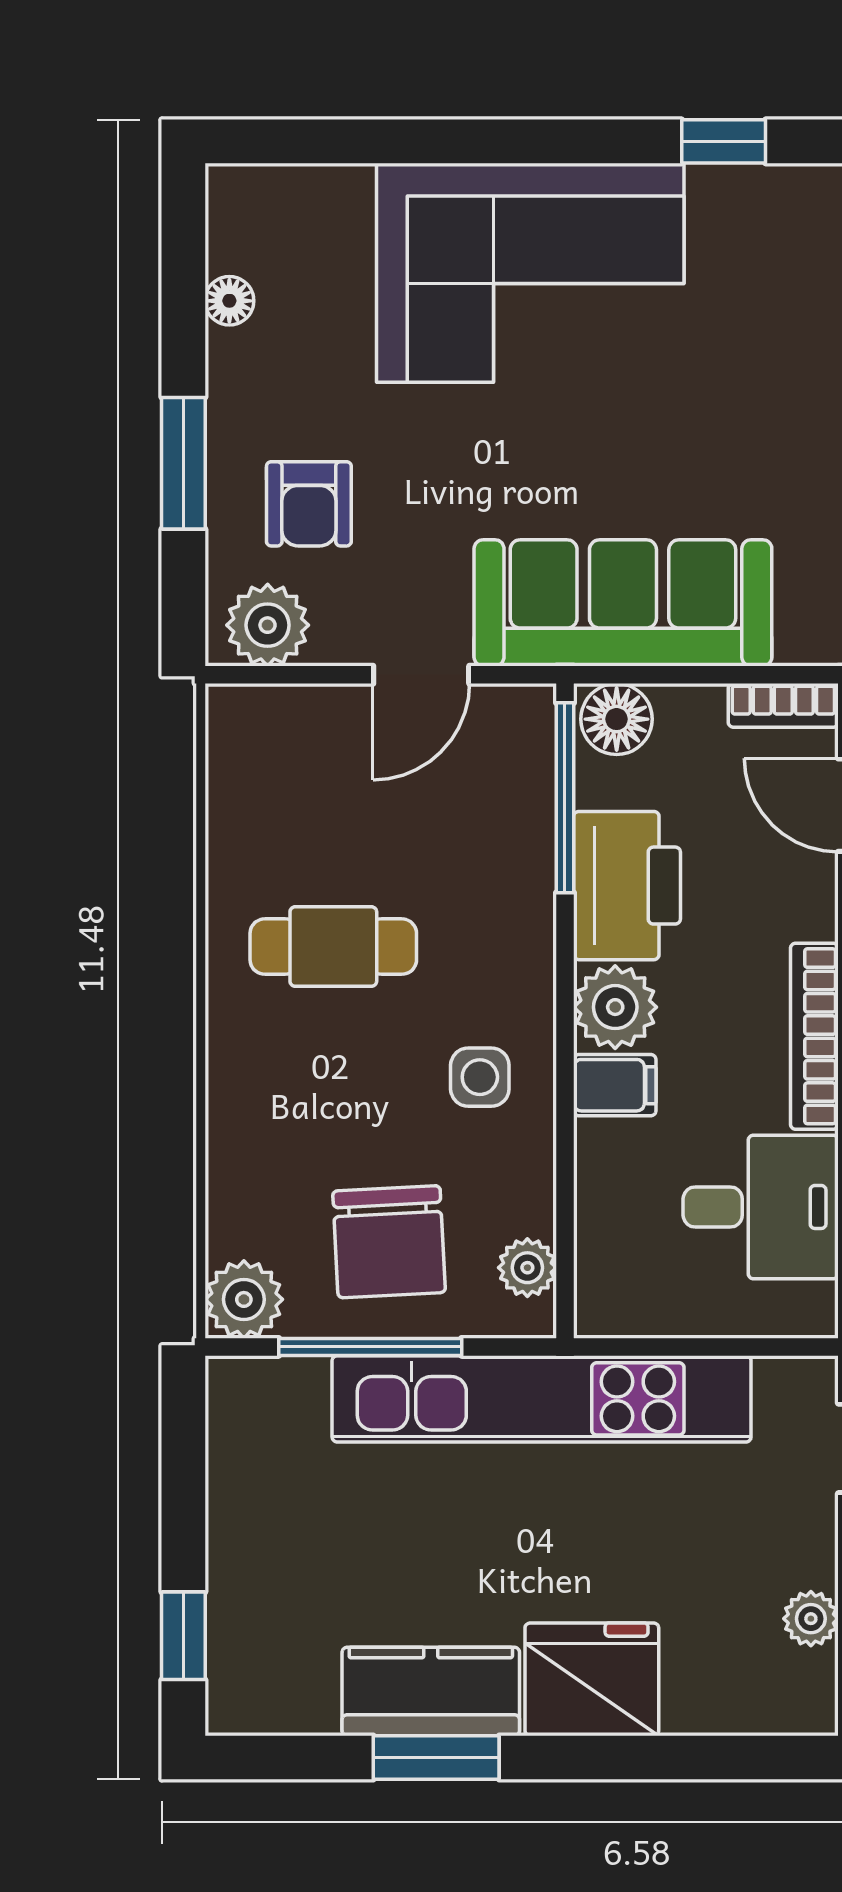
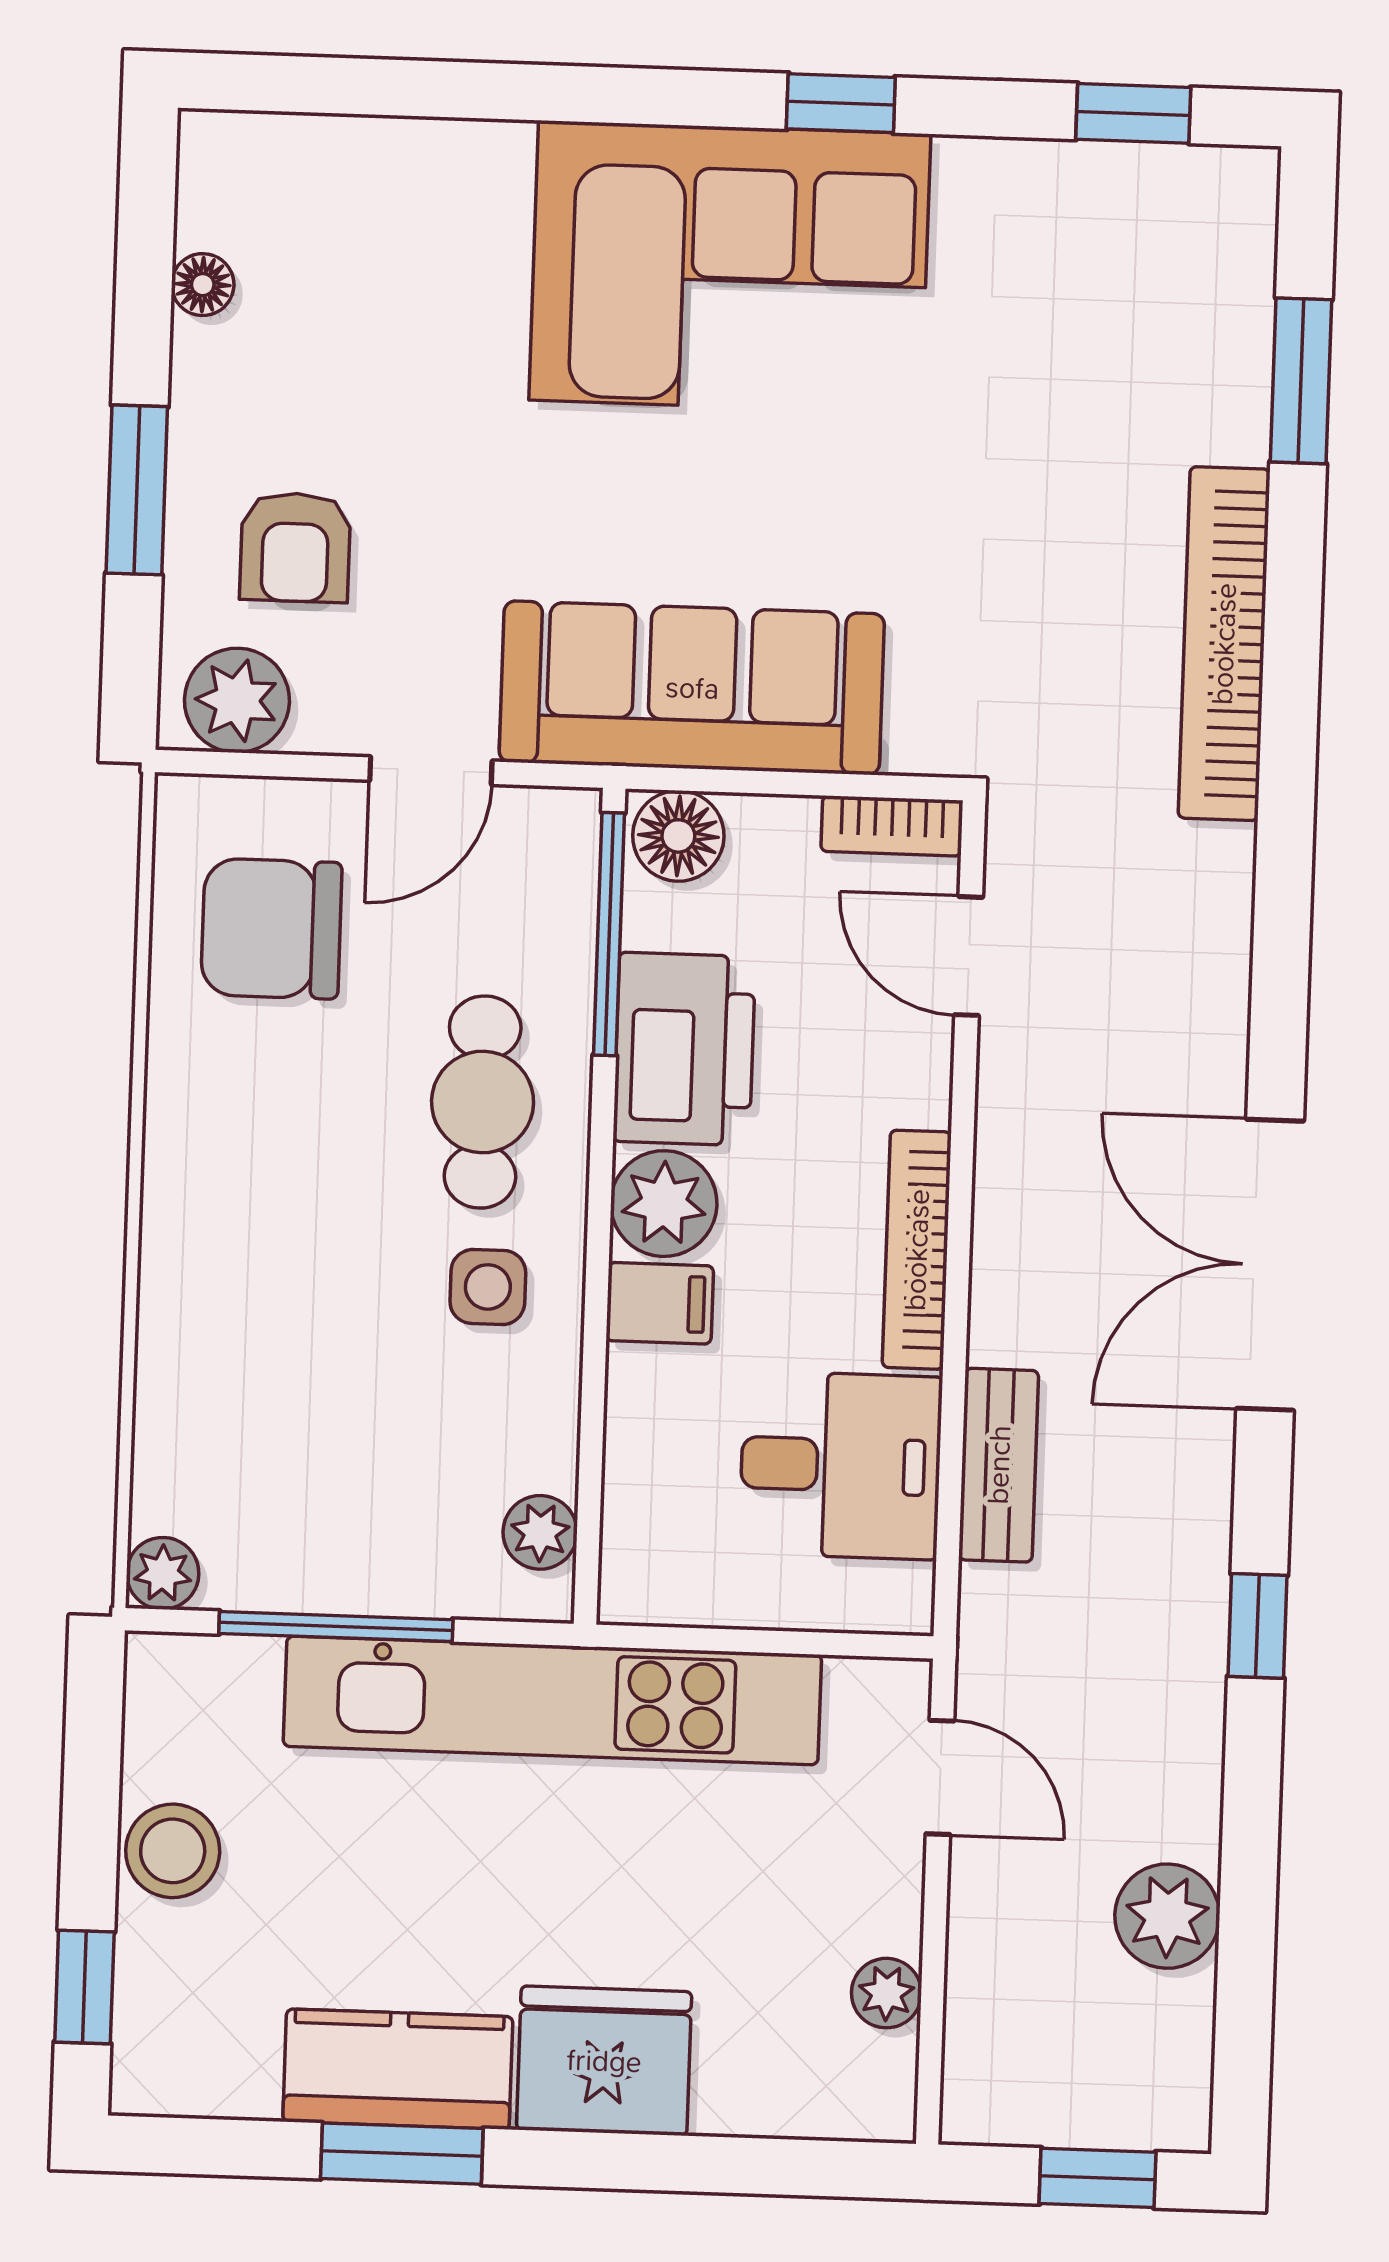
corner sofa: (530, 273) -> (730, 267), moved
cafe table: (333, 947) -> (483, 1102), moved, turned 90
chair: (389, 1242) -> (271, 929), moved, turned 93
plant: (244, 1299) -> (163, 1573), width x0.73, depth x0.73
stool: (249, 1527) -> (173, 1851), added

